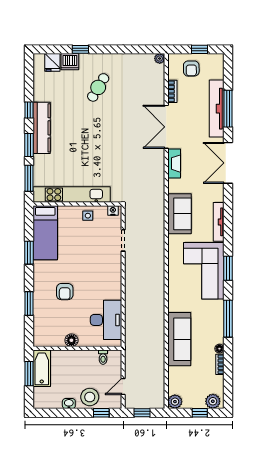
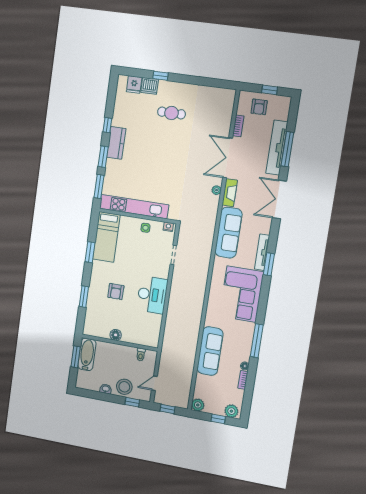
plant: (160, 58) -> (217, 190), moved
cafe table: (98, 87) -> (171, 113), turned 59
kitchen counter: (42, 128) -> (116, 143), width x0.67
sofa: (180, 214) -> (229, 233), width x1.36
window: (228, 268) -> (269, 264), moved
desk: (106, 320) -> (152, 295), moved

